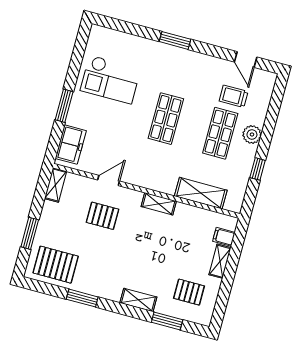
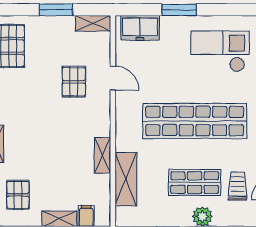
checkout: (111, 80) -> (220, 51), turned 90
shop shelf: (166, 119) -> (195, 121), width x2.00, depth x1.36
shelving: (159, 204) -> (102, 155), moved
window: (30, 233) -> (56, 10), moved

